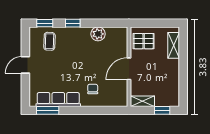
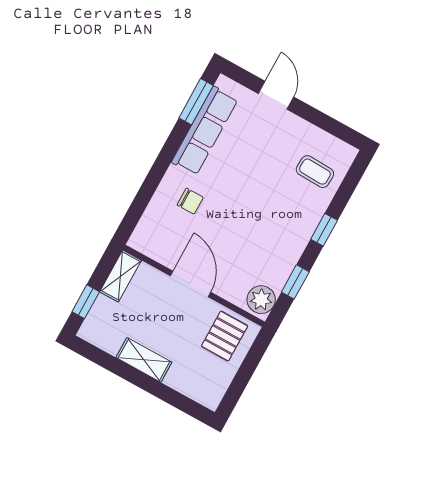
window: (45, 23) -> (295, 282), moved
plant: (98, 34) -> (261, 300), moved
shelving: (174, 45) -> (144, 360), moved
door: (25, 65) -> (276, 95), moved

